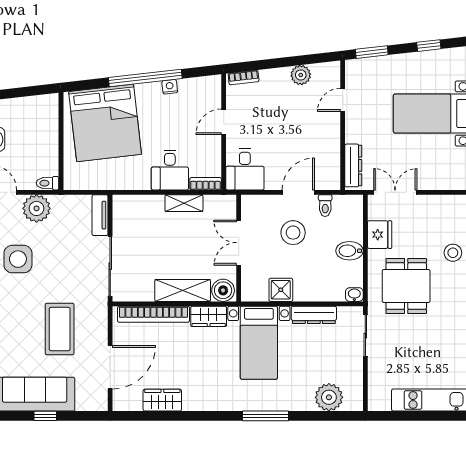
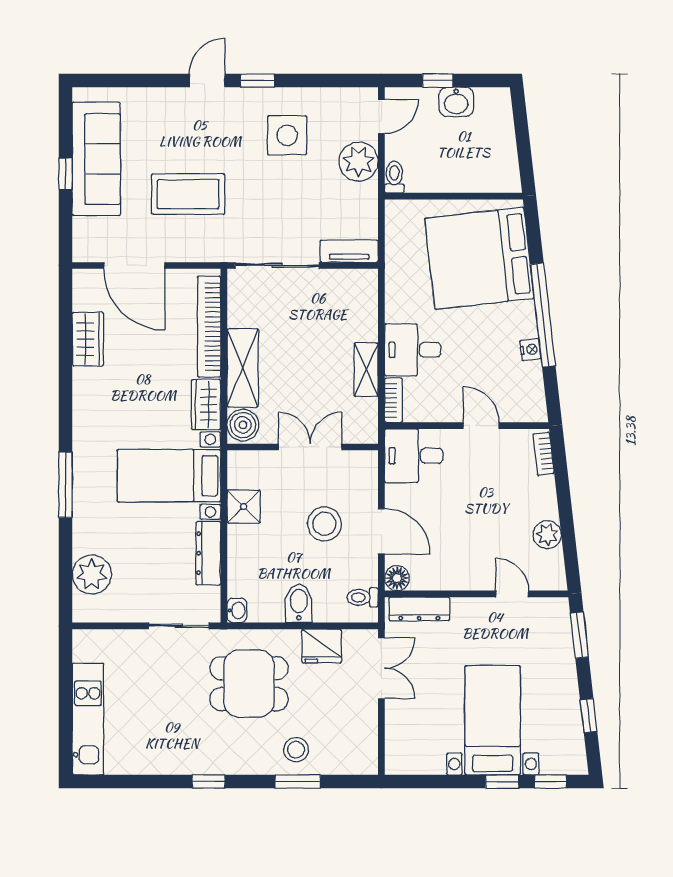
floor lamp: (331, 181) -> (397, 578), added
toilet: (325, 206) -> (363, 597), moved

